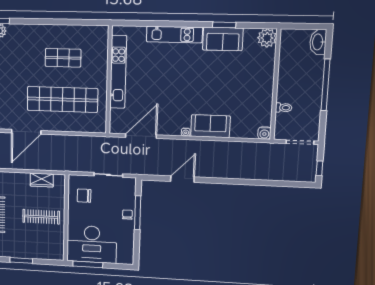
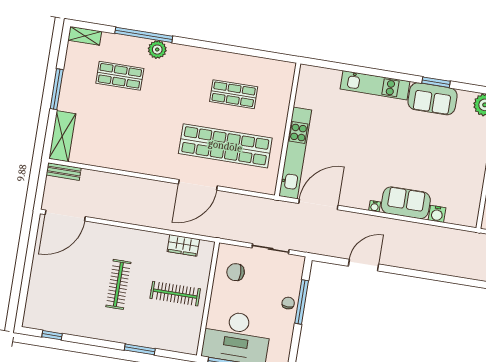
kitchen unit: (118, 72) -> (295, 153), moved
door: (26, 132) -> (198, 185), moved
water cooler: (264, 133) -> (437, 214), moved

